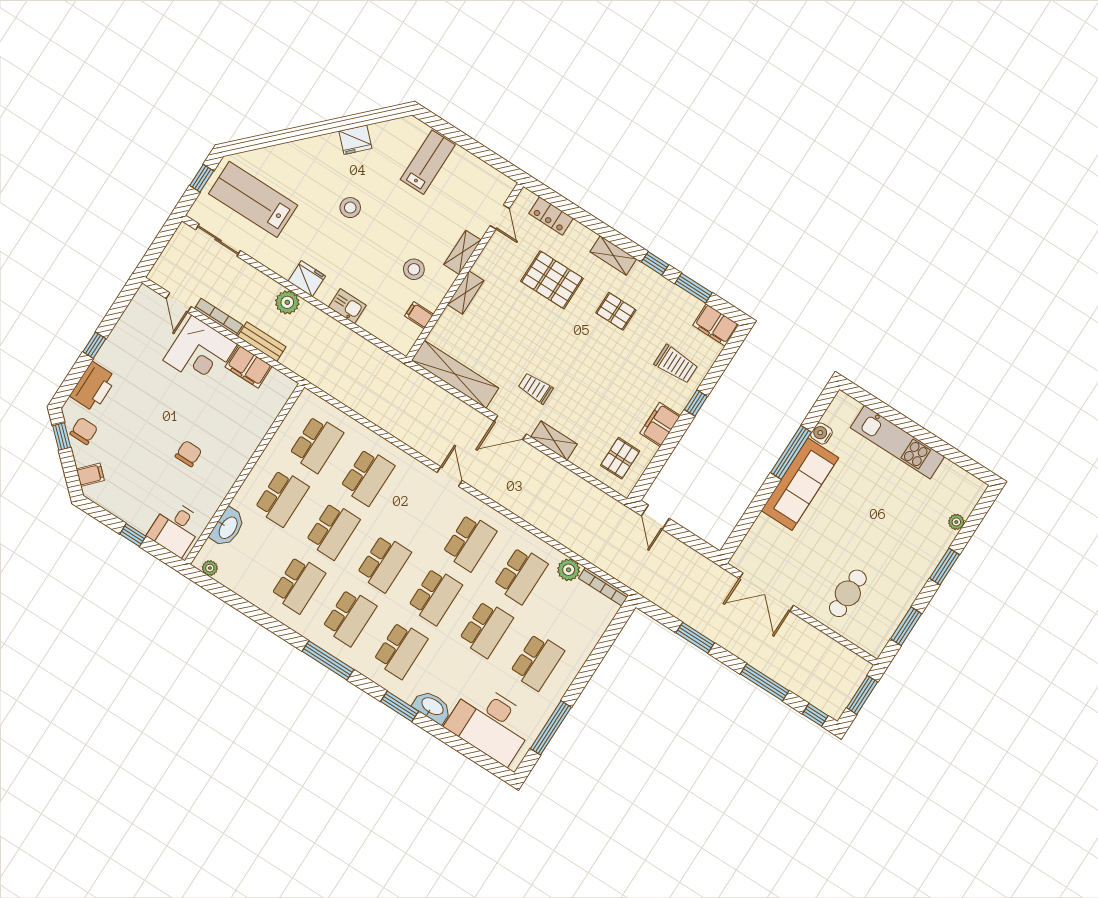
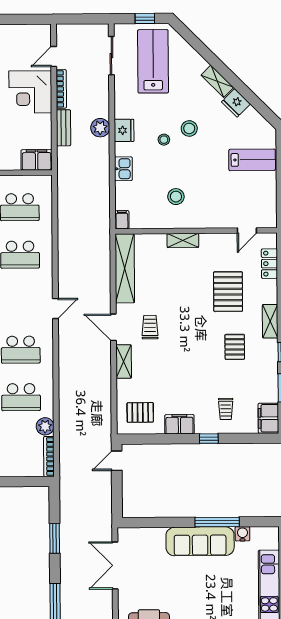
stool: (344, 242) -> (164, 140), added
shelving: (462, 252) -> (217, 81), moved, turned 45
filing cabinet: (419, 315) -> (122, 220), moved
trolley: (676, 364) -> (226, 409), width x0.73, depth x0.72
filing cabinet: (249, 367) -> (37, 160), moved, turned 90

